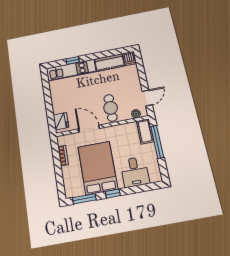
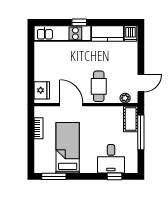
window: (73, 61) -> (79, 22), moved
bed: (98, 168) -> (68, 148), width x0.67
window: (113, 194) -> (114, 176), moved

